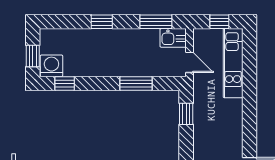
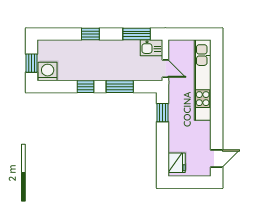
window: (219, 22) -> (191, 34), removed
kitchen unit: (233, 63) -> (203, 80), width x1.36
window: (65, 83) -> (86, 87), moved

